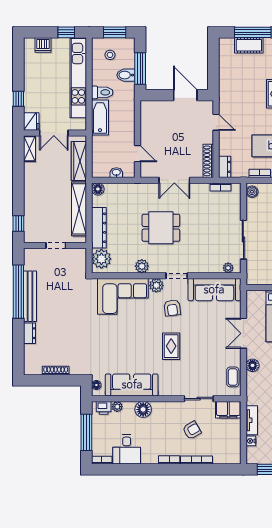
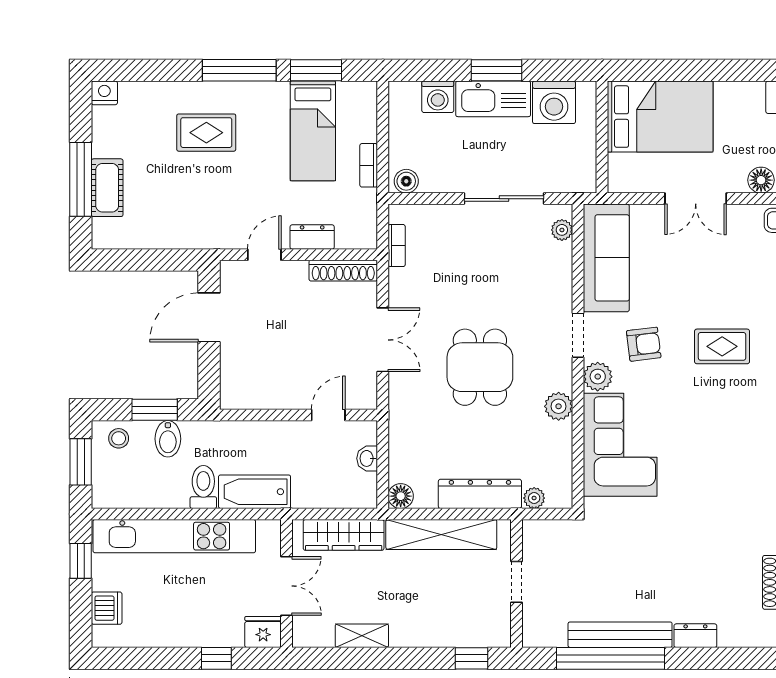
stool: (110, 55) -> (119, 438), moved
window: (140, 69) -> (155, 410), width x0.69
shelving: (30, 149) -> (362, 636), moved
dresser: (225, 167) -> (312, 237), moved
plant: (101, 259) -> (534, 498), width x0.53, depth x0.53

